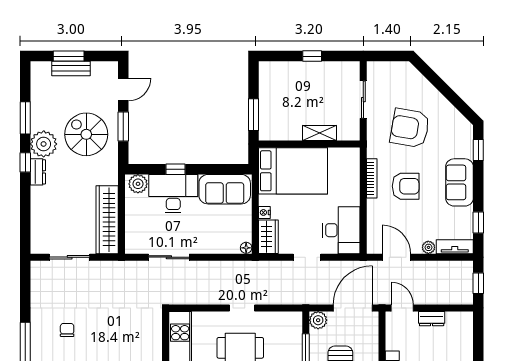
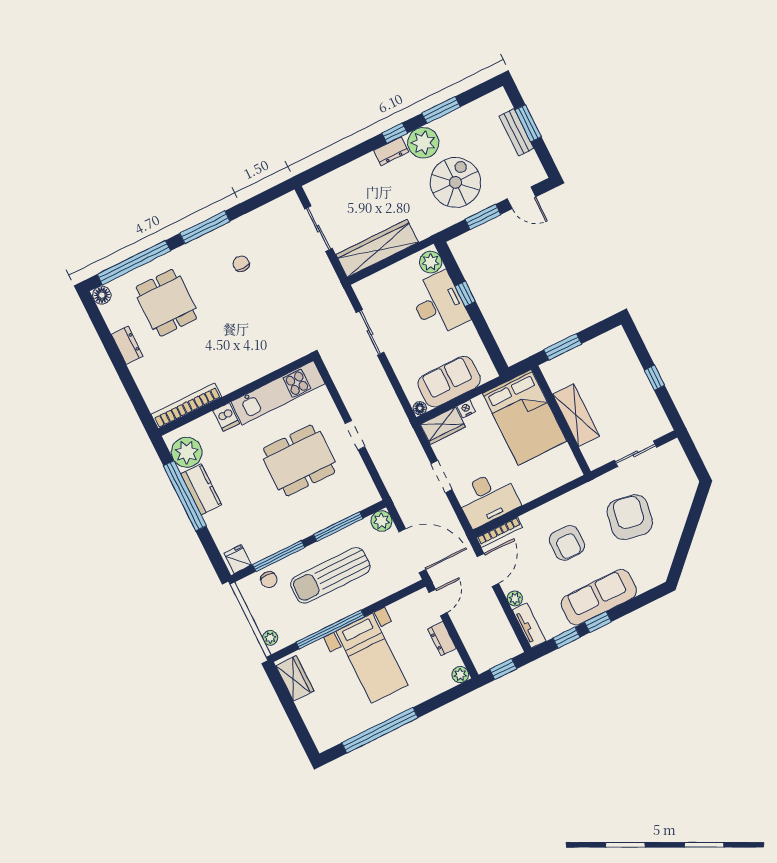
shelving: (320, 133) -> (576, 415), width x1.50, depth x1.33
window: (478, 150) -> (598, 622), moved
bookcase: (372, 178) -> (499, 532), moved
sofa: (460, 182) -> (599, 597), width x1.36
sofa: (225, 189) -> (449, 382), moved, turned 90
plant: (466, 318) -> (460, 675), added
chair: (67, 330) -> (241, 264), turned -90

